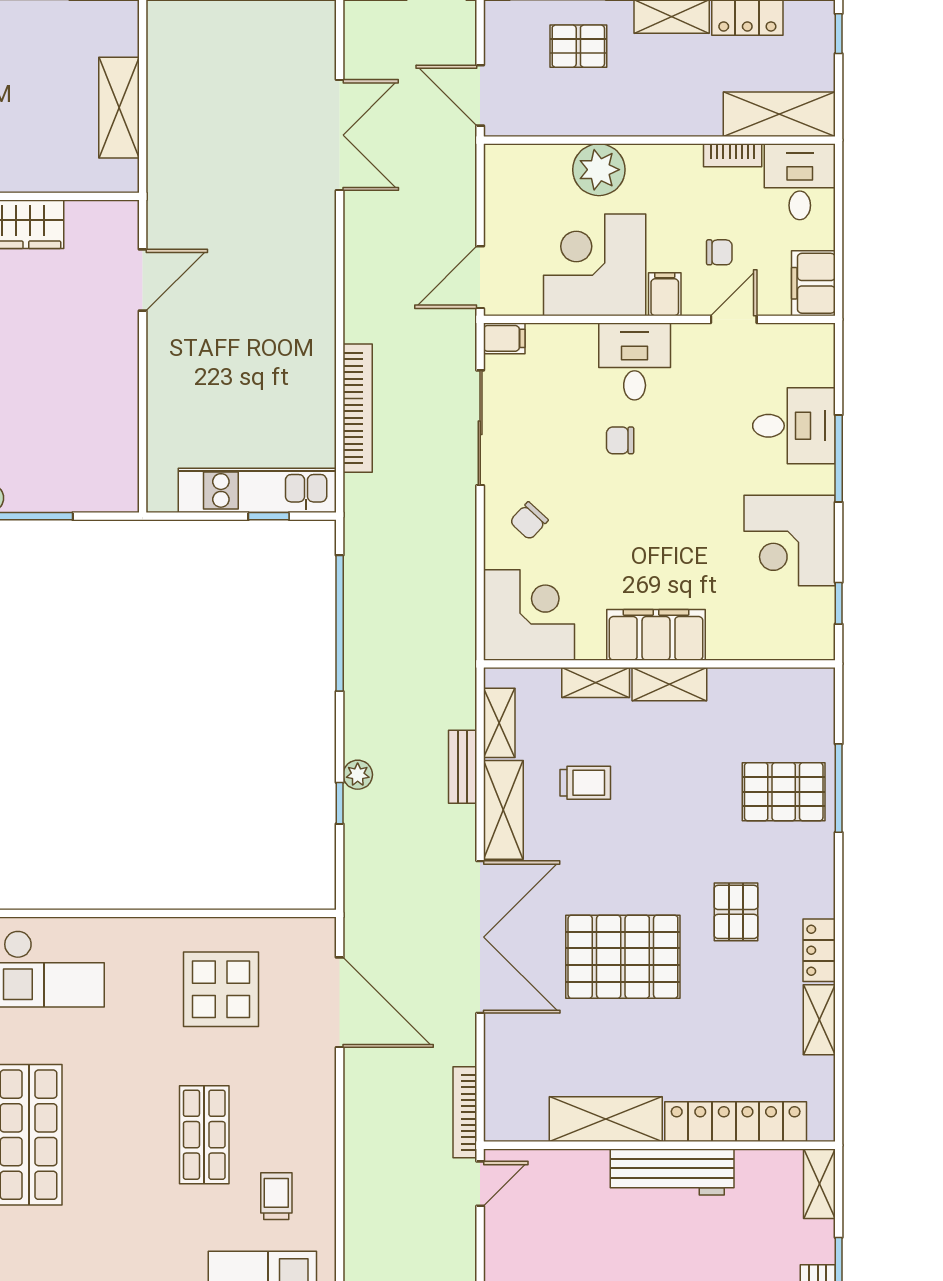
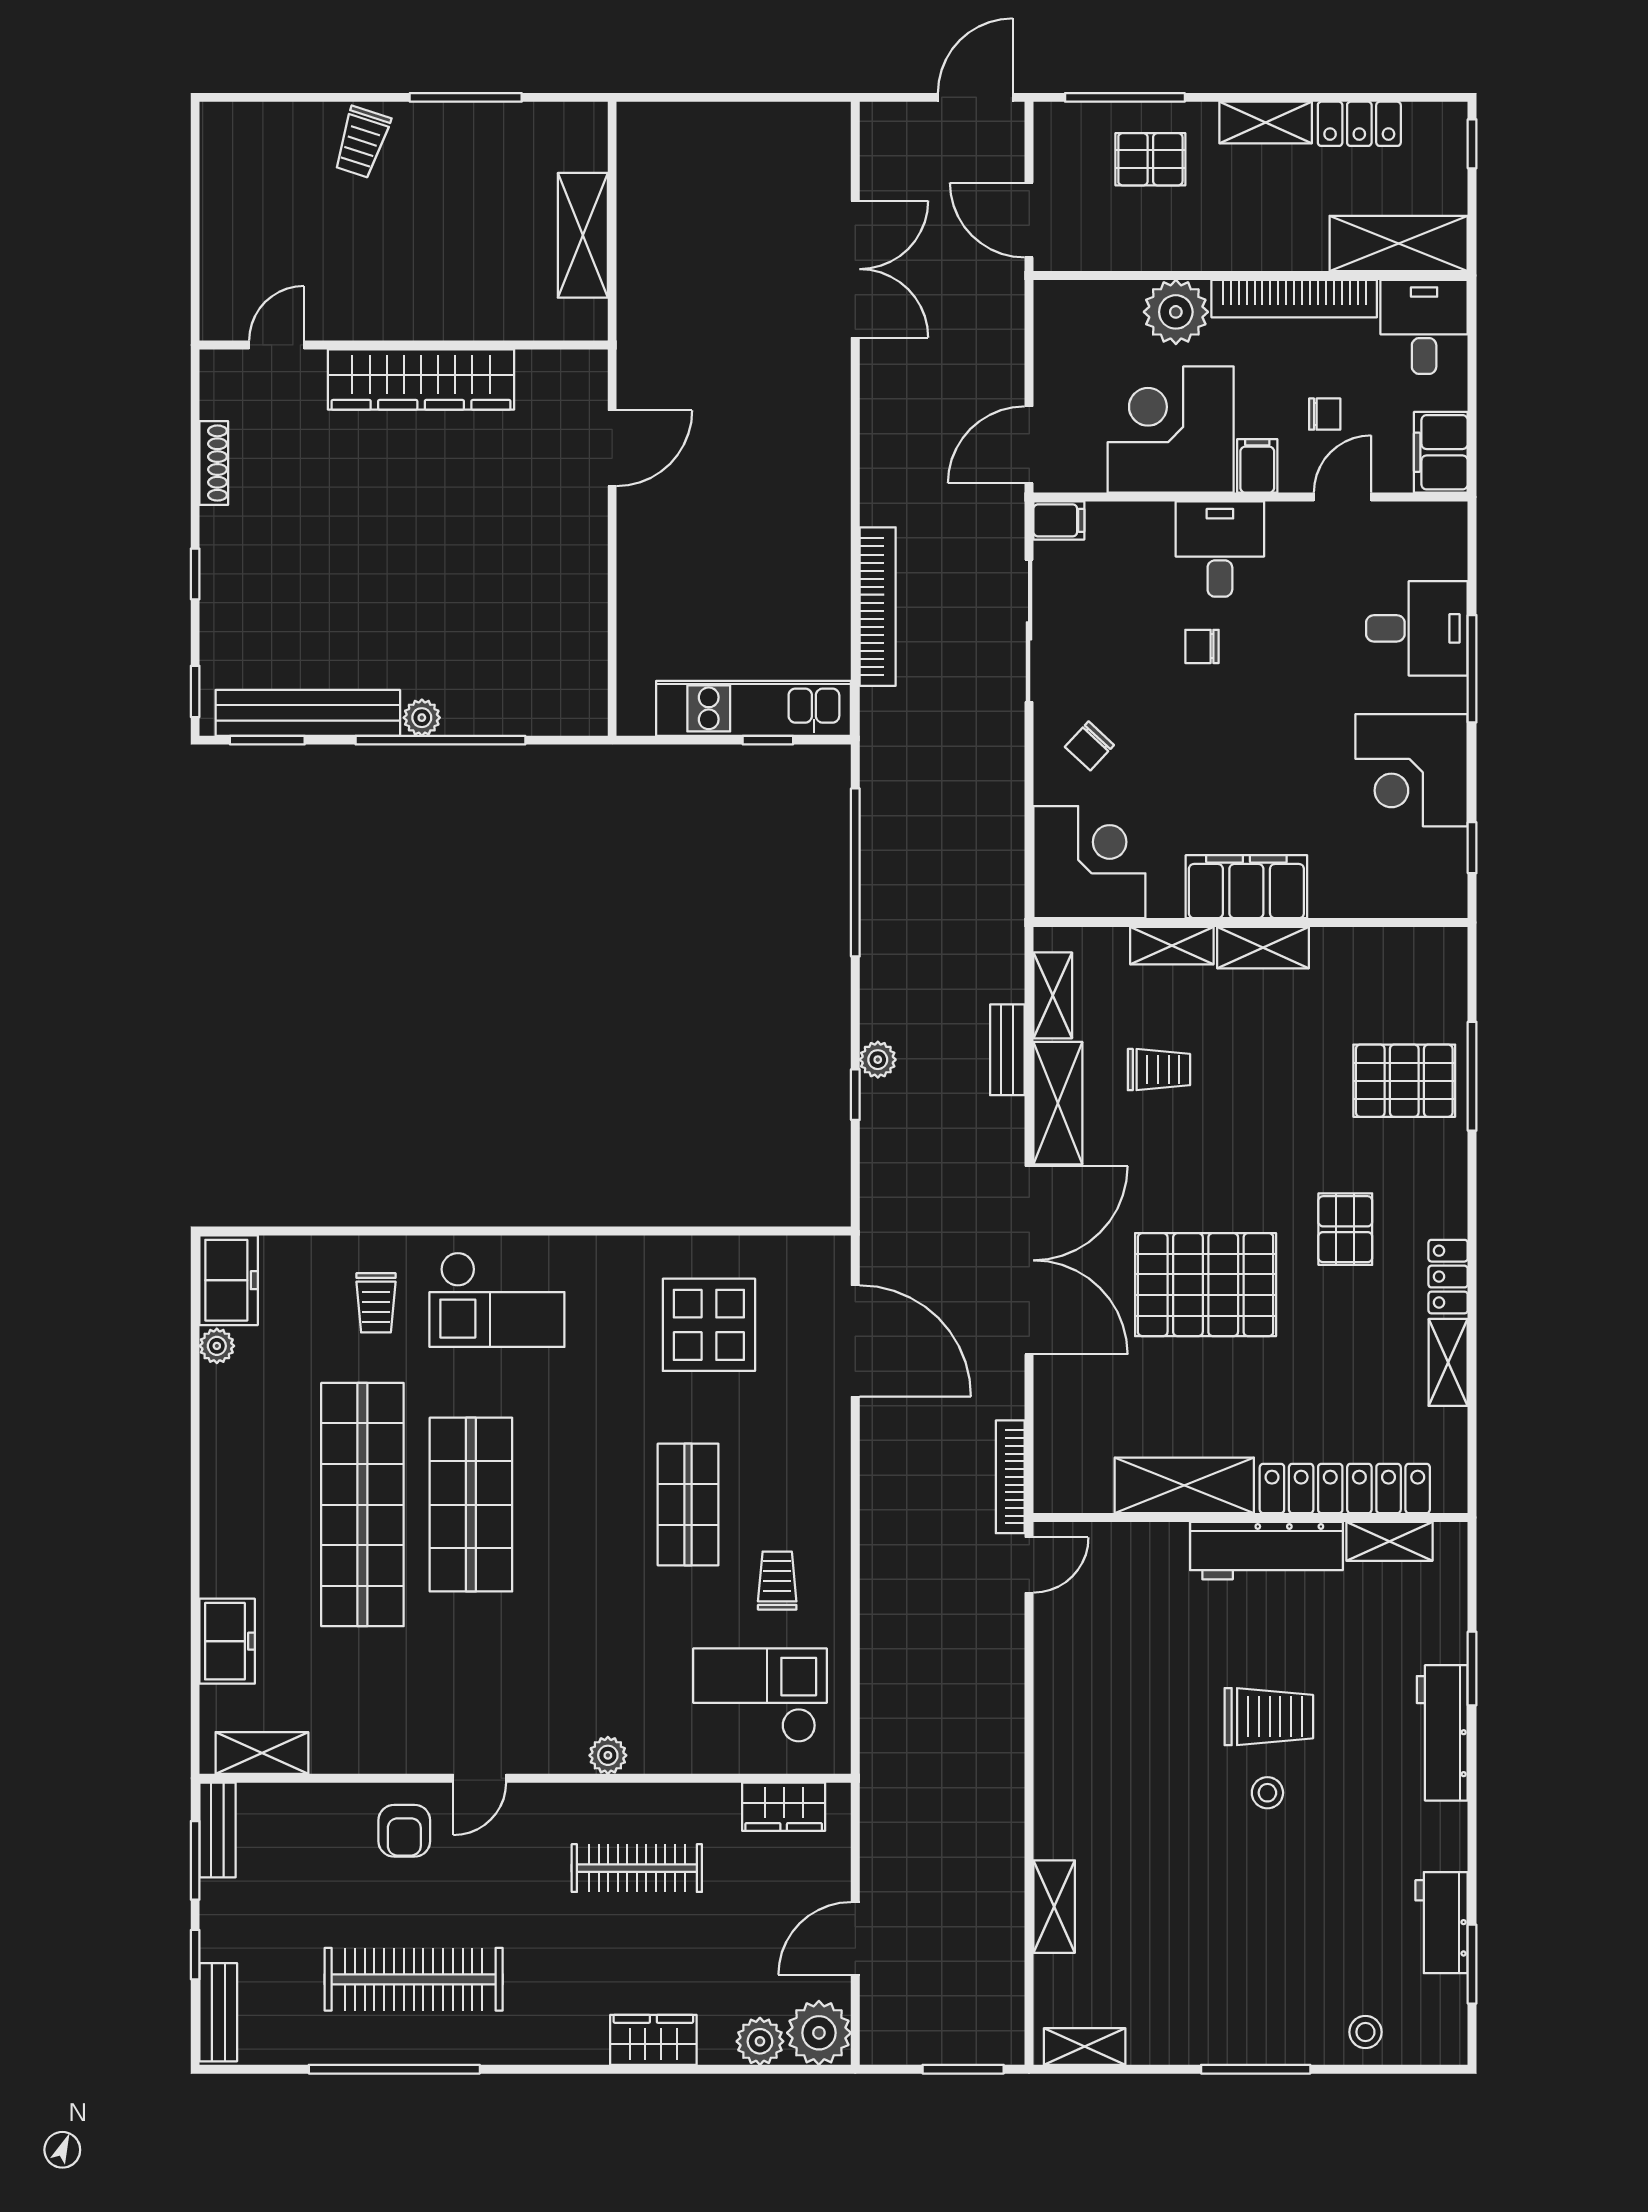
bookcase: (733, 155) -> (1294, 299), width x2.31, depth x1.31
shelving: (819, 1184) -> (1389, 1541), moved, turned 90

